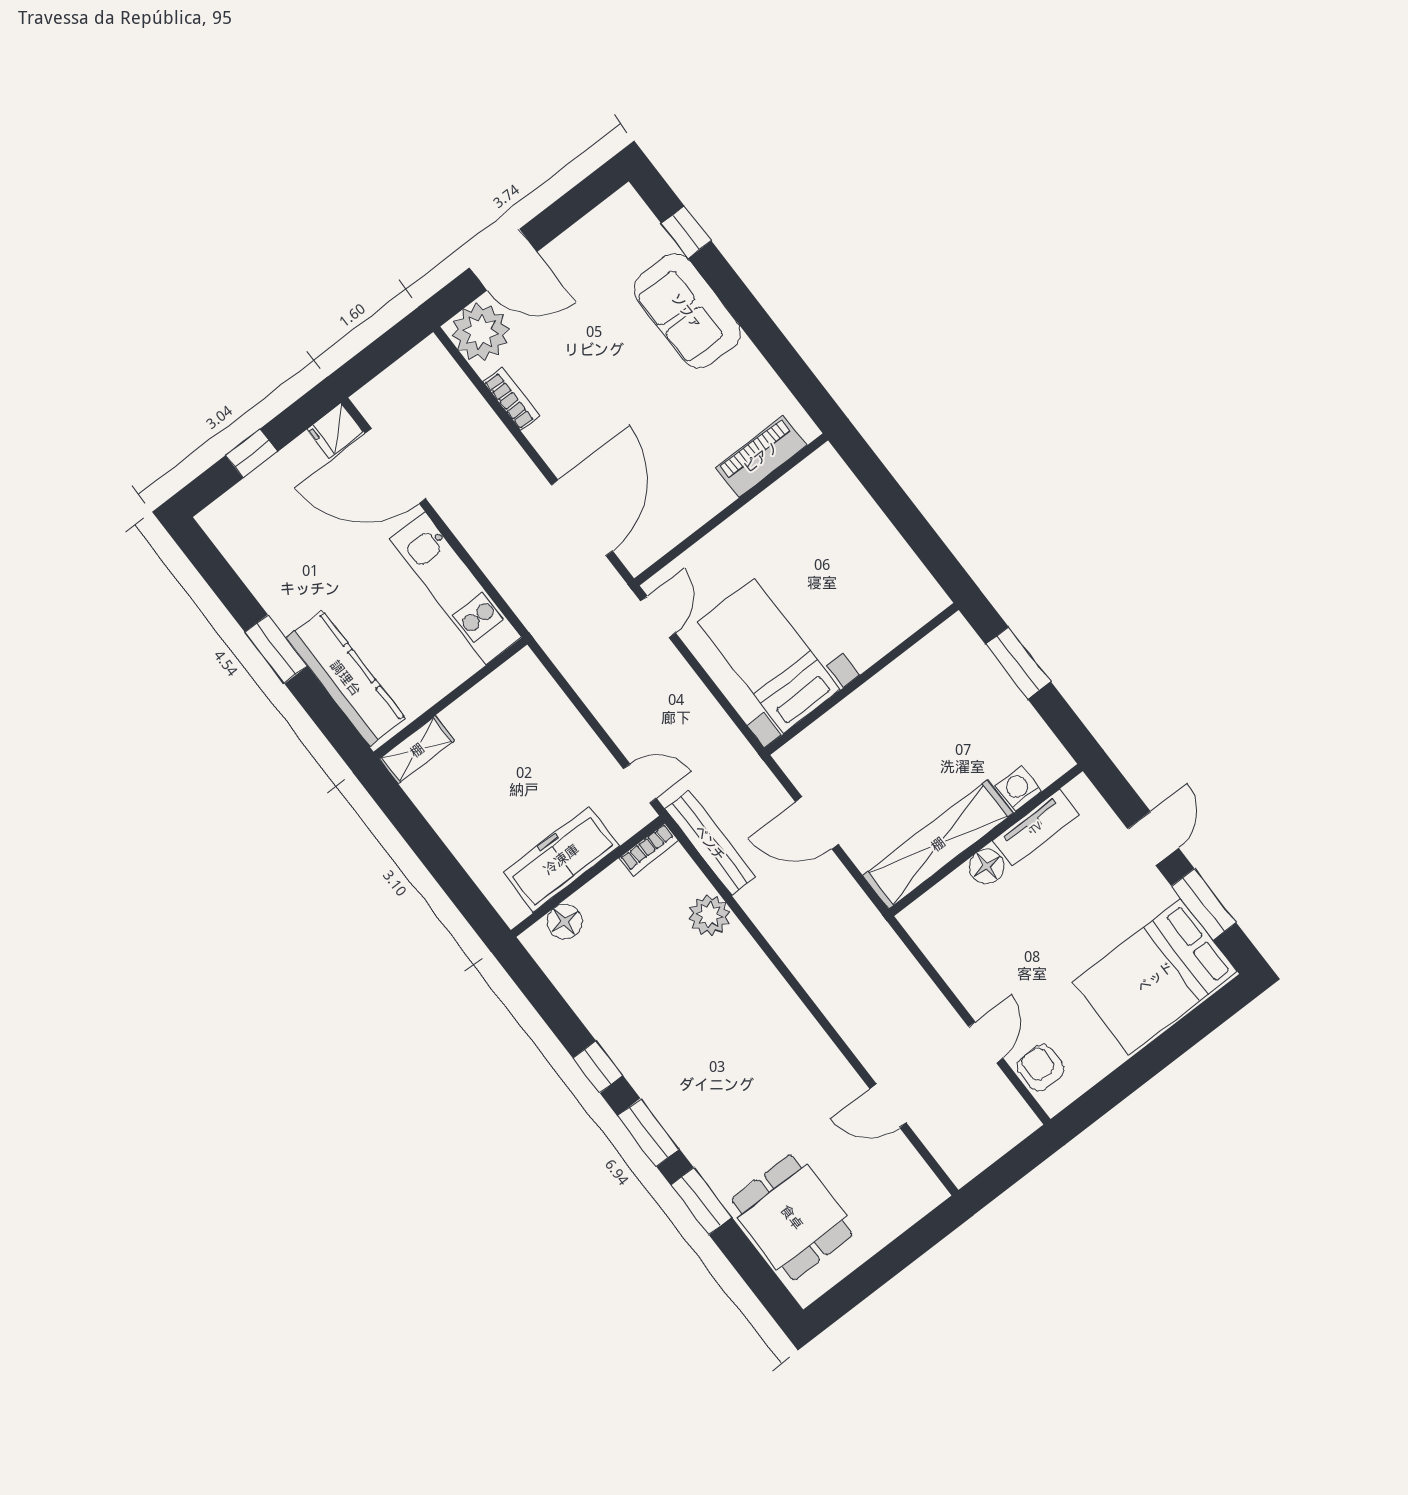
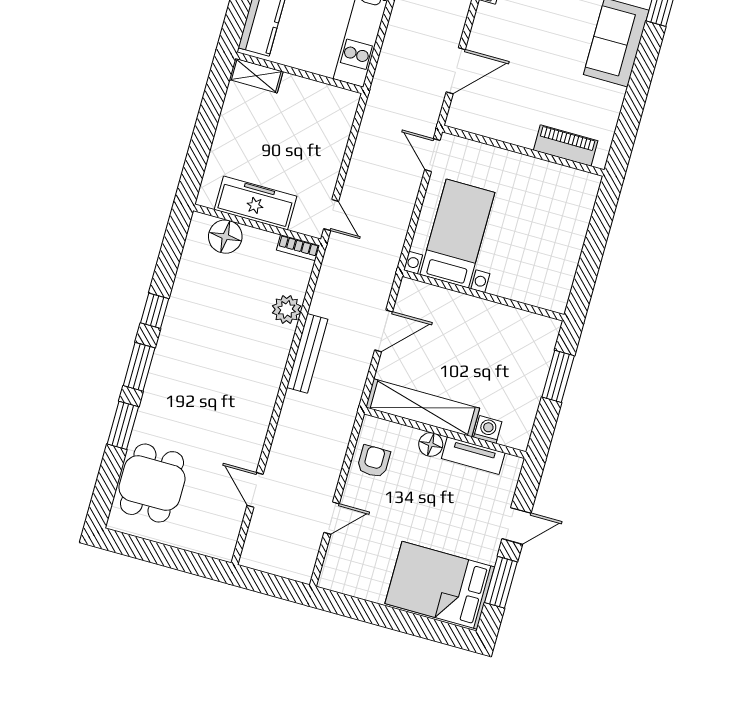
door: (582, 518) -> (456, 71), width x0.73
door: (658, 617) -> (432, 155), swing flipped
door: (817, 823) -> (384, 331), swing flipped
bench: (710, 843) -> (307, 353), moved
floor lamp: (565, 922) -> (225, 237), width x1.38, depth x1.38
armchair: (1041, 1068) -> (374, 461), moved

